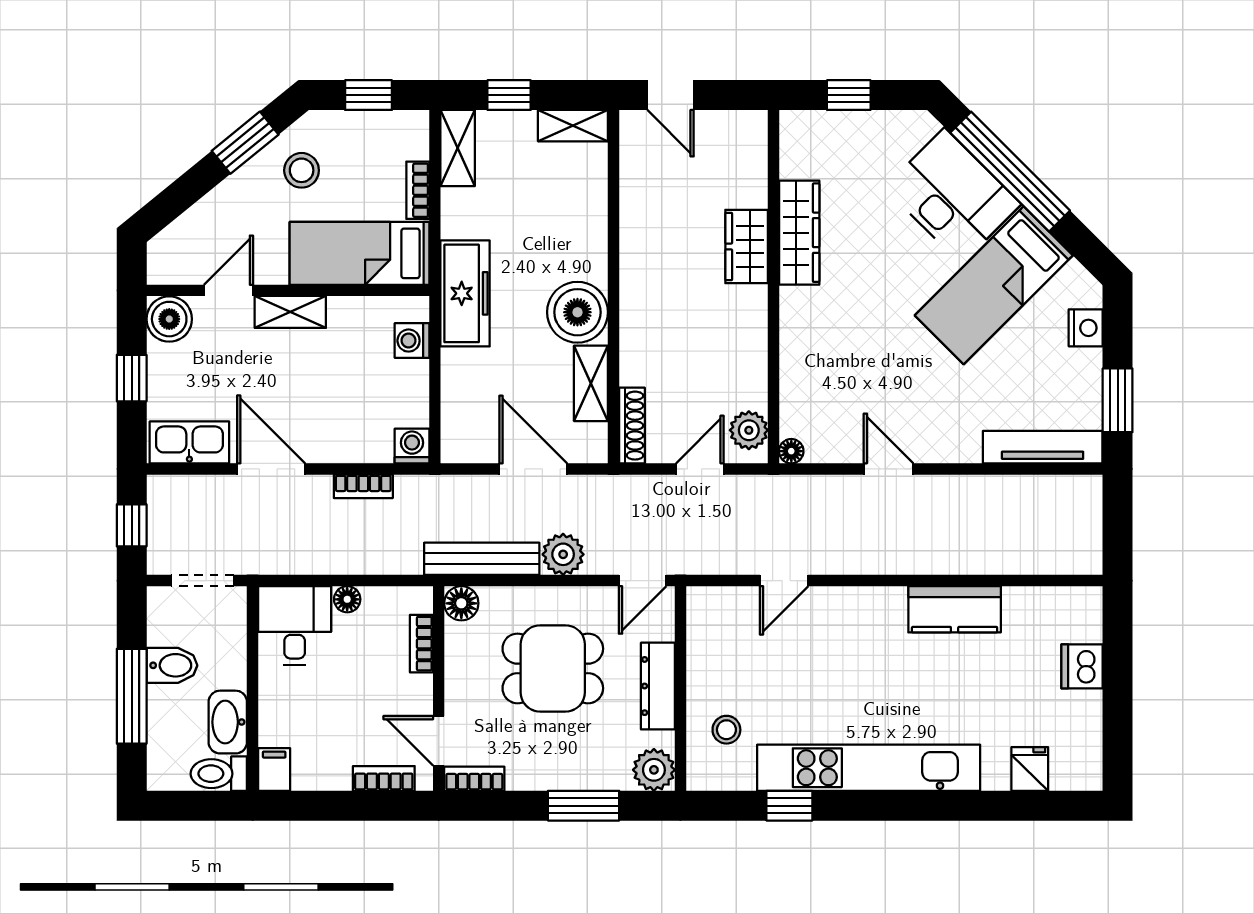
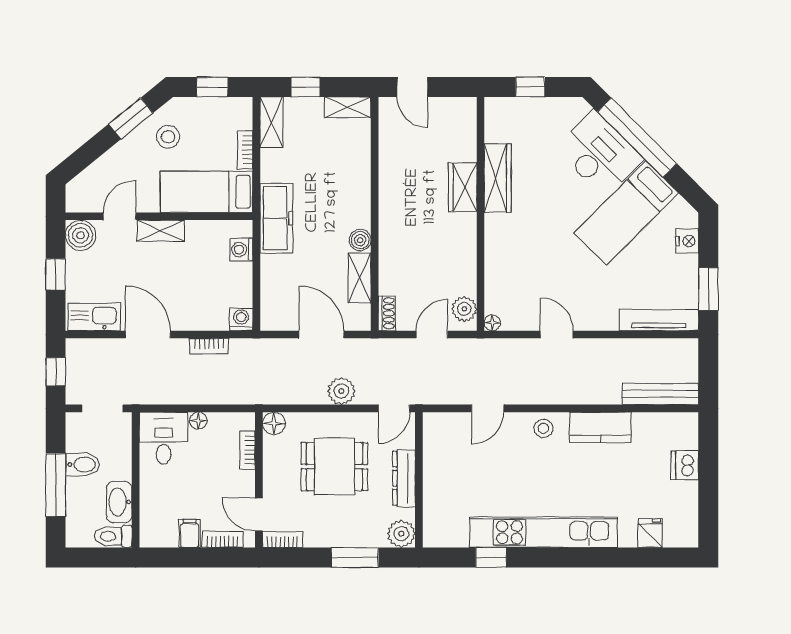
boiler: (577, 312) -> (360, 240), width x0.54, depth x0.54
shoe rack: (632, 426) -> (387, 313), width x0.70
bench: (482, 559) -> (660, 394), moved
stool: (726, 730) -> (543, 428), moved
filing cabinet: (274, 769) -> (190, 533), moved

